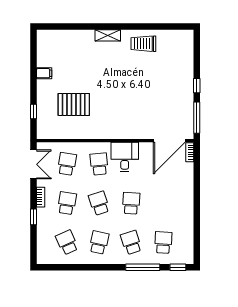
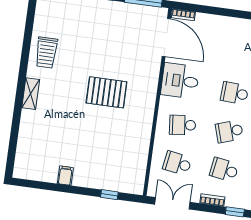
pallet: (74, 104) -> (106, 92), moved, turned 90
desk: (125, 157) -> (180, 81), moved

